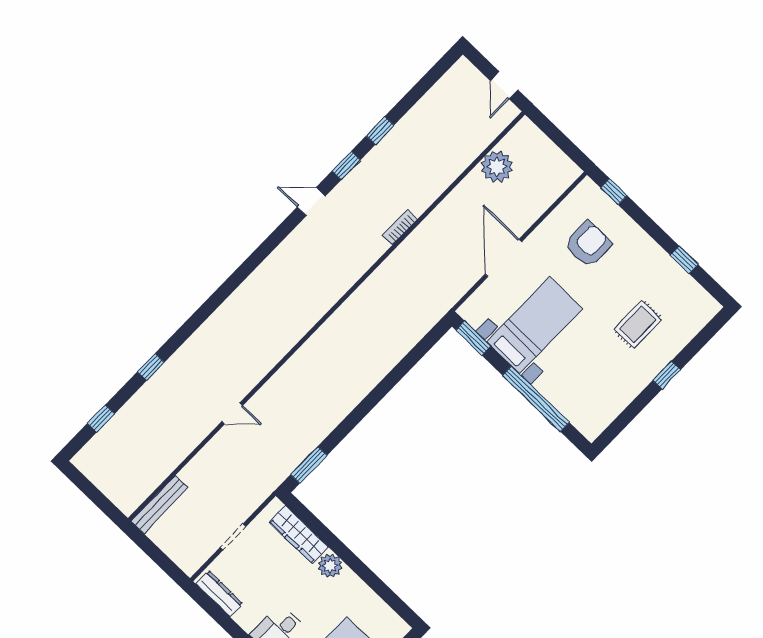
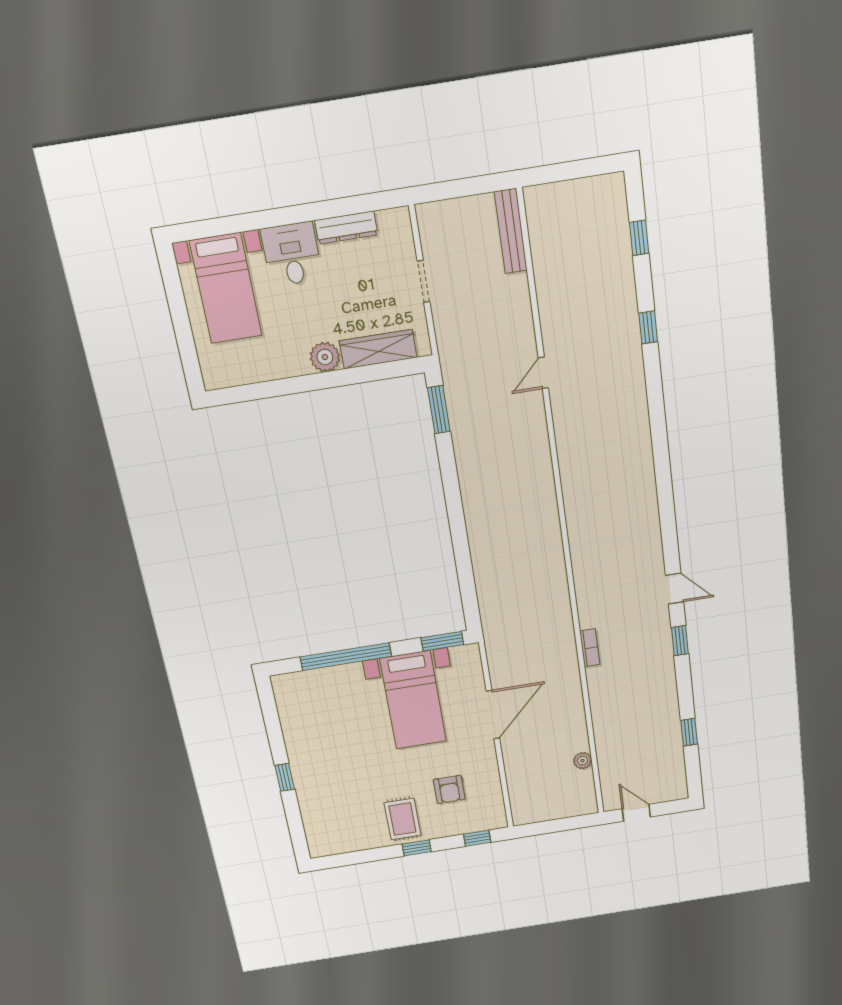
window: (380, 131) -> (689, 732), moved
plant: (497, 167) -> (583, 761), width x0.53, depth x0.53
door: (311, 202) -> (675, 589), hinge flipped
armchair: (588, 244) -> (449, 789), width x0.72, depth x0.72
door: (503, 258) -> (493, 715), hinge flipped
window: (684, 260) -> (417, 848), moved
rug: (638, 324) -> (402, 819), moved
dresser: (219, 594) -> (346, 228), moved

